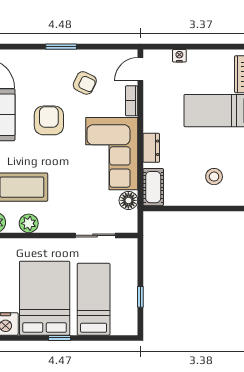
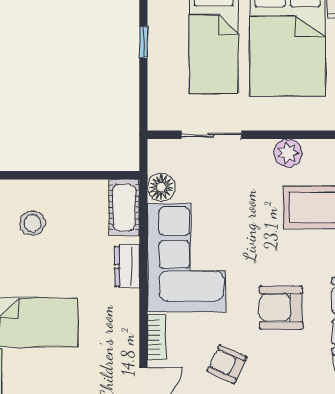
armchair: (49, 120) -> (281, 308), turned 90
plant: (29, 223) -> (288, 153), moved

